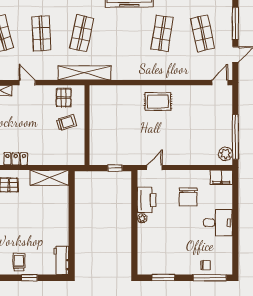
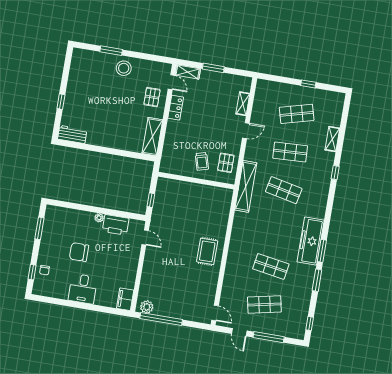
pallet: (64, 98) -> (226, 163), turned 90
chair: (188, 197) -> (79, 252), moved
trolley: (19, 262) -> (77, 94), removed
window: (210, 278) -> (32, 272), width x0.46

